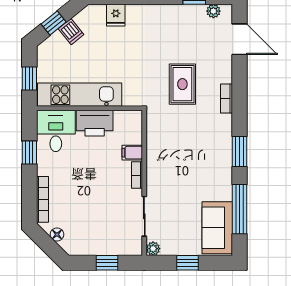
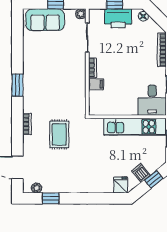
fridge: (116, 15) -> (121, 185), moved
printer: (95, 123) -> (118, 18), moved, turned 180
window: (239, 209) -> (17, 43), removed
sofa: (217, 228) -> (45, 20), moved, turned 90
floor lamp: (57, 234) -> (143, 16), moved

